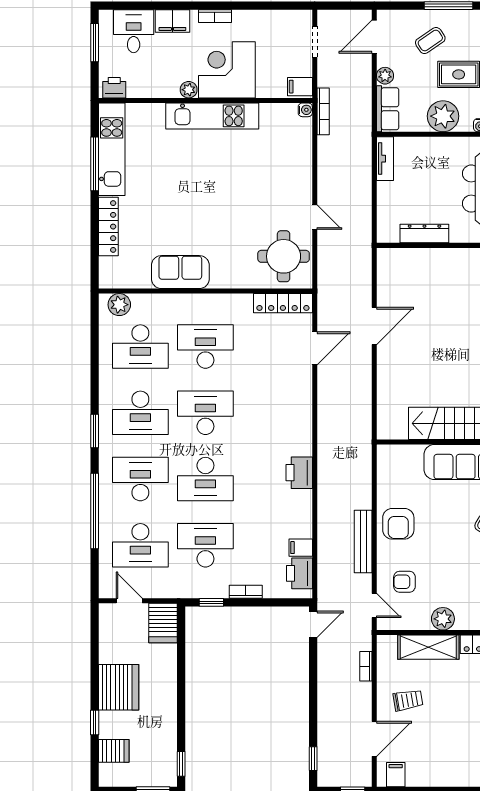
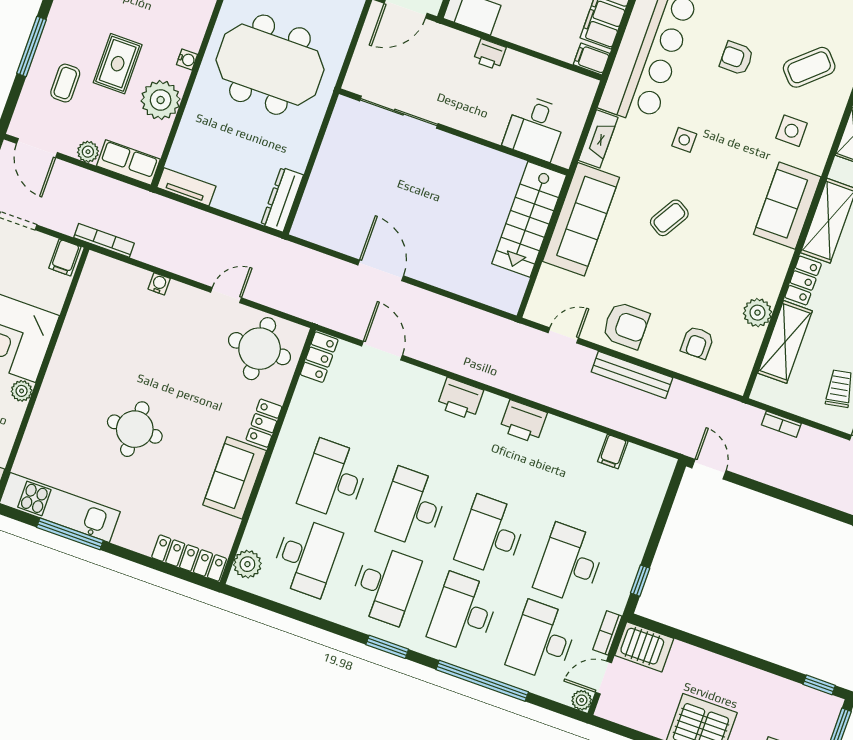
coffee table: (430, 41) -> (65, 83), turned 34
water cooler: (305, 110) -> (159, 284), moved
kitchen unit: (212, 116) -> (63, 374), removed
round table: (190, 184) -> (135, 429), added
locker: (108, 227) -> (189, 558), moved
dresser: (424, 234) -> (282, 200), moved
locker: (229, 279) -> (264, 423), added
locker: (283, 303) -> (319, 357), width x0.66
desk: (205, 479) -> (491, 536), turned 180
desk: (140, 545) -> (542, 641), turned 180
printer: (299, 573) -> (460, 399), moved
plant: (107, 590) -> (582, 700), added
bookcase: (246, 592) -> (607, 633), moved
door: (374, 606) -> (563, 335), moved

